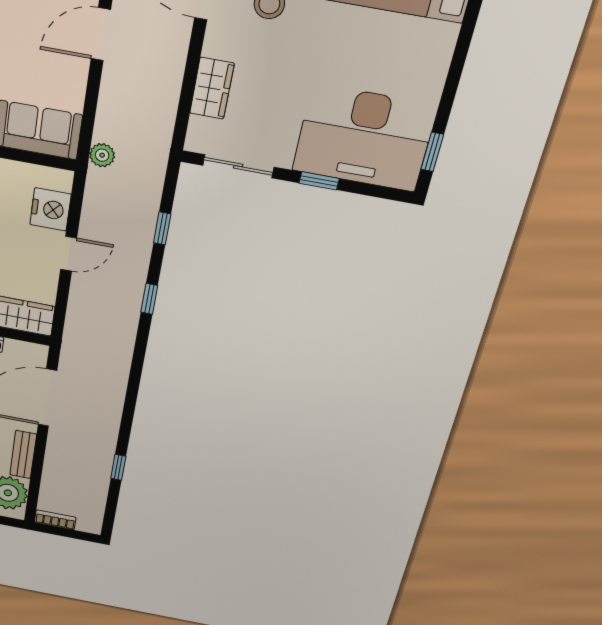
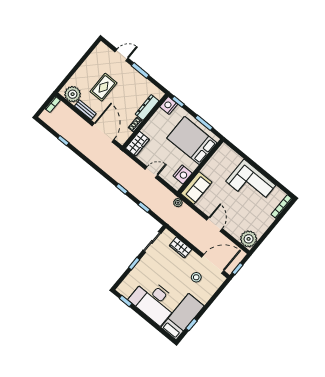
desk: (364, 138) -> (154, 301), moved, turned -90
nightstand: (50, 209) -> (183, 174), moved, turned -90
door: (69, 254) -> (151, 172), swing flipped

